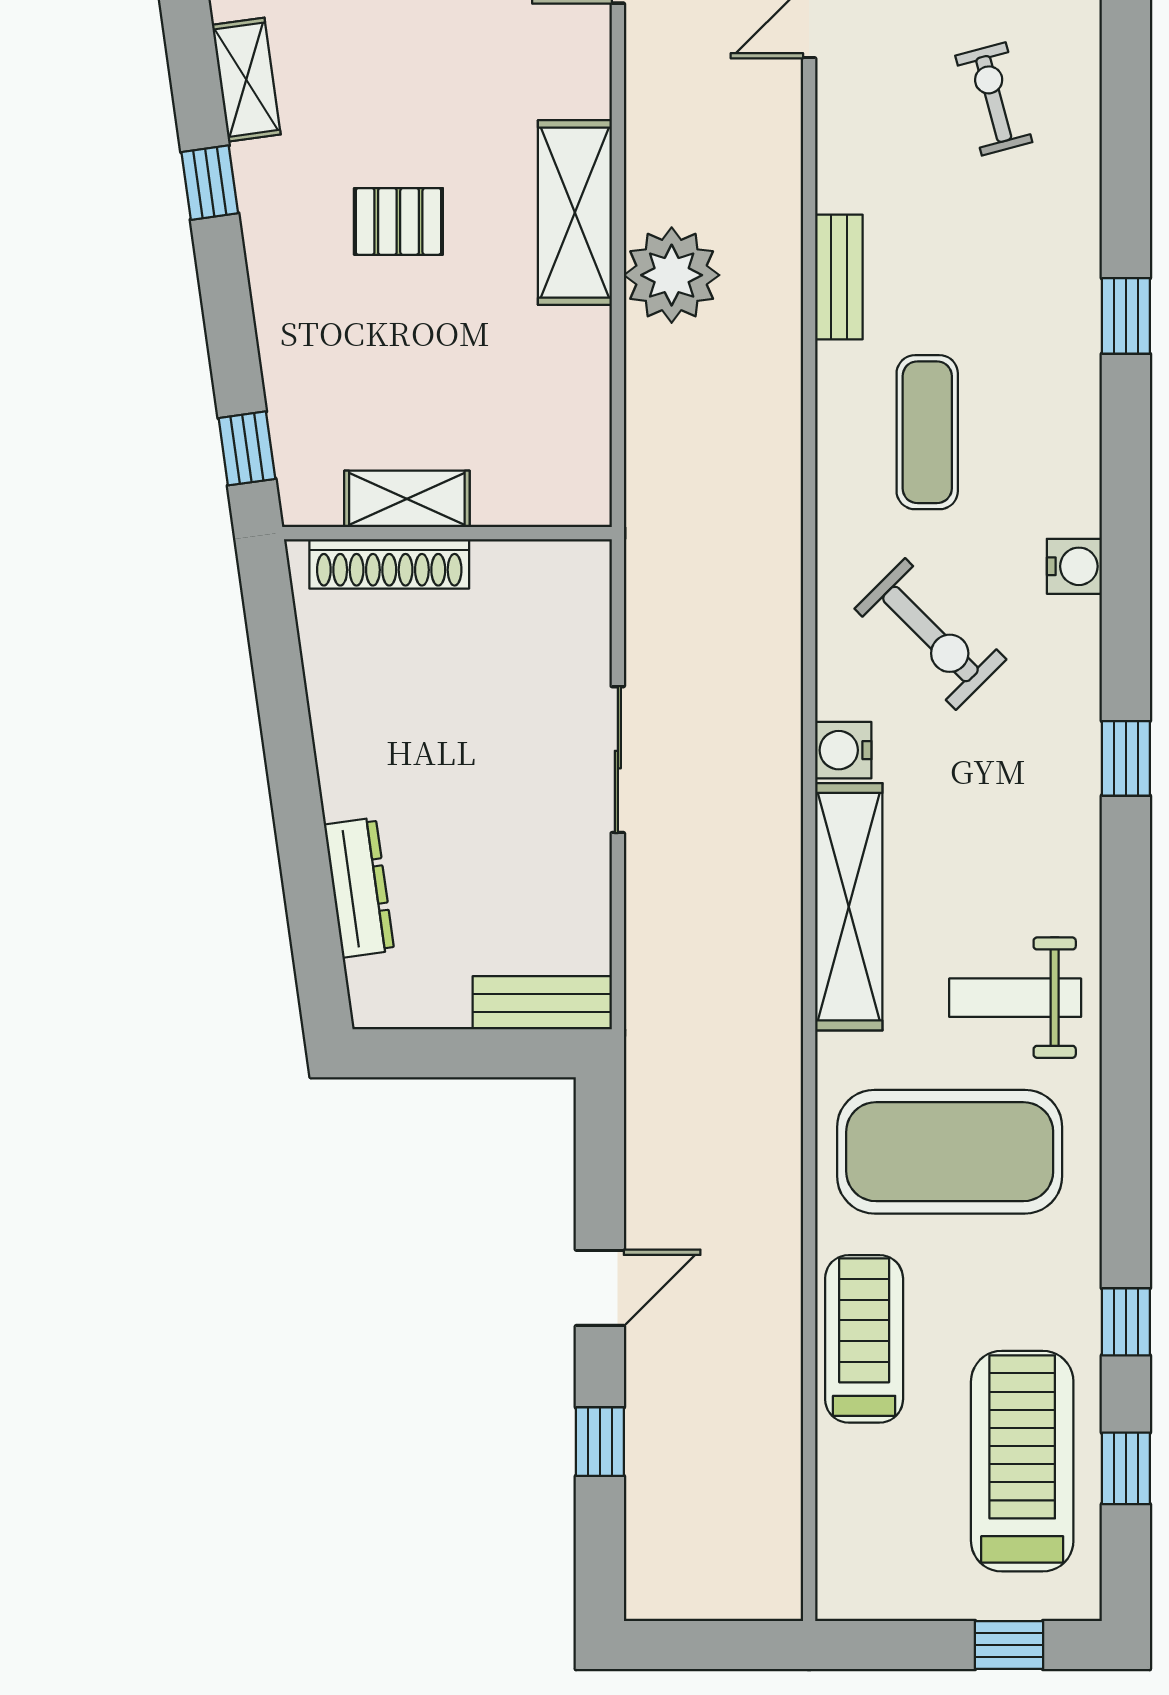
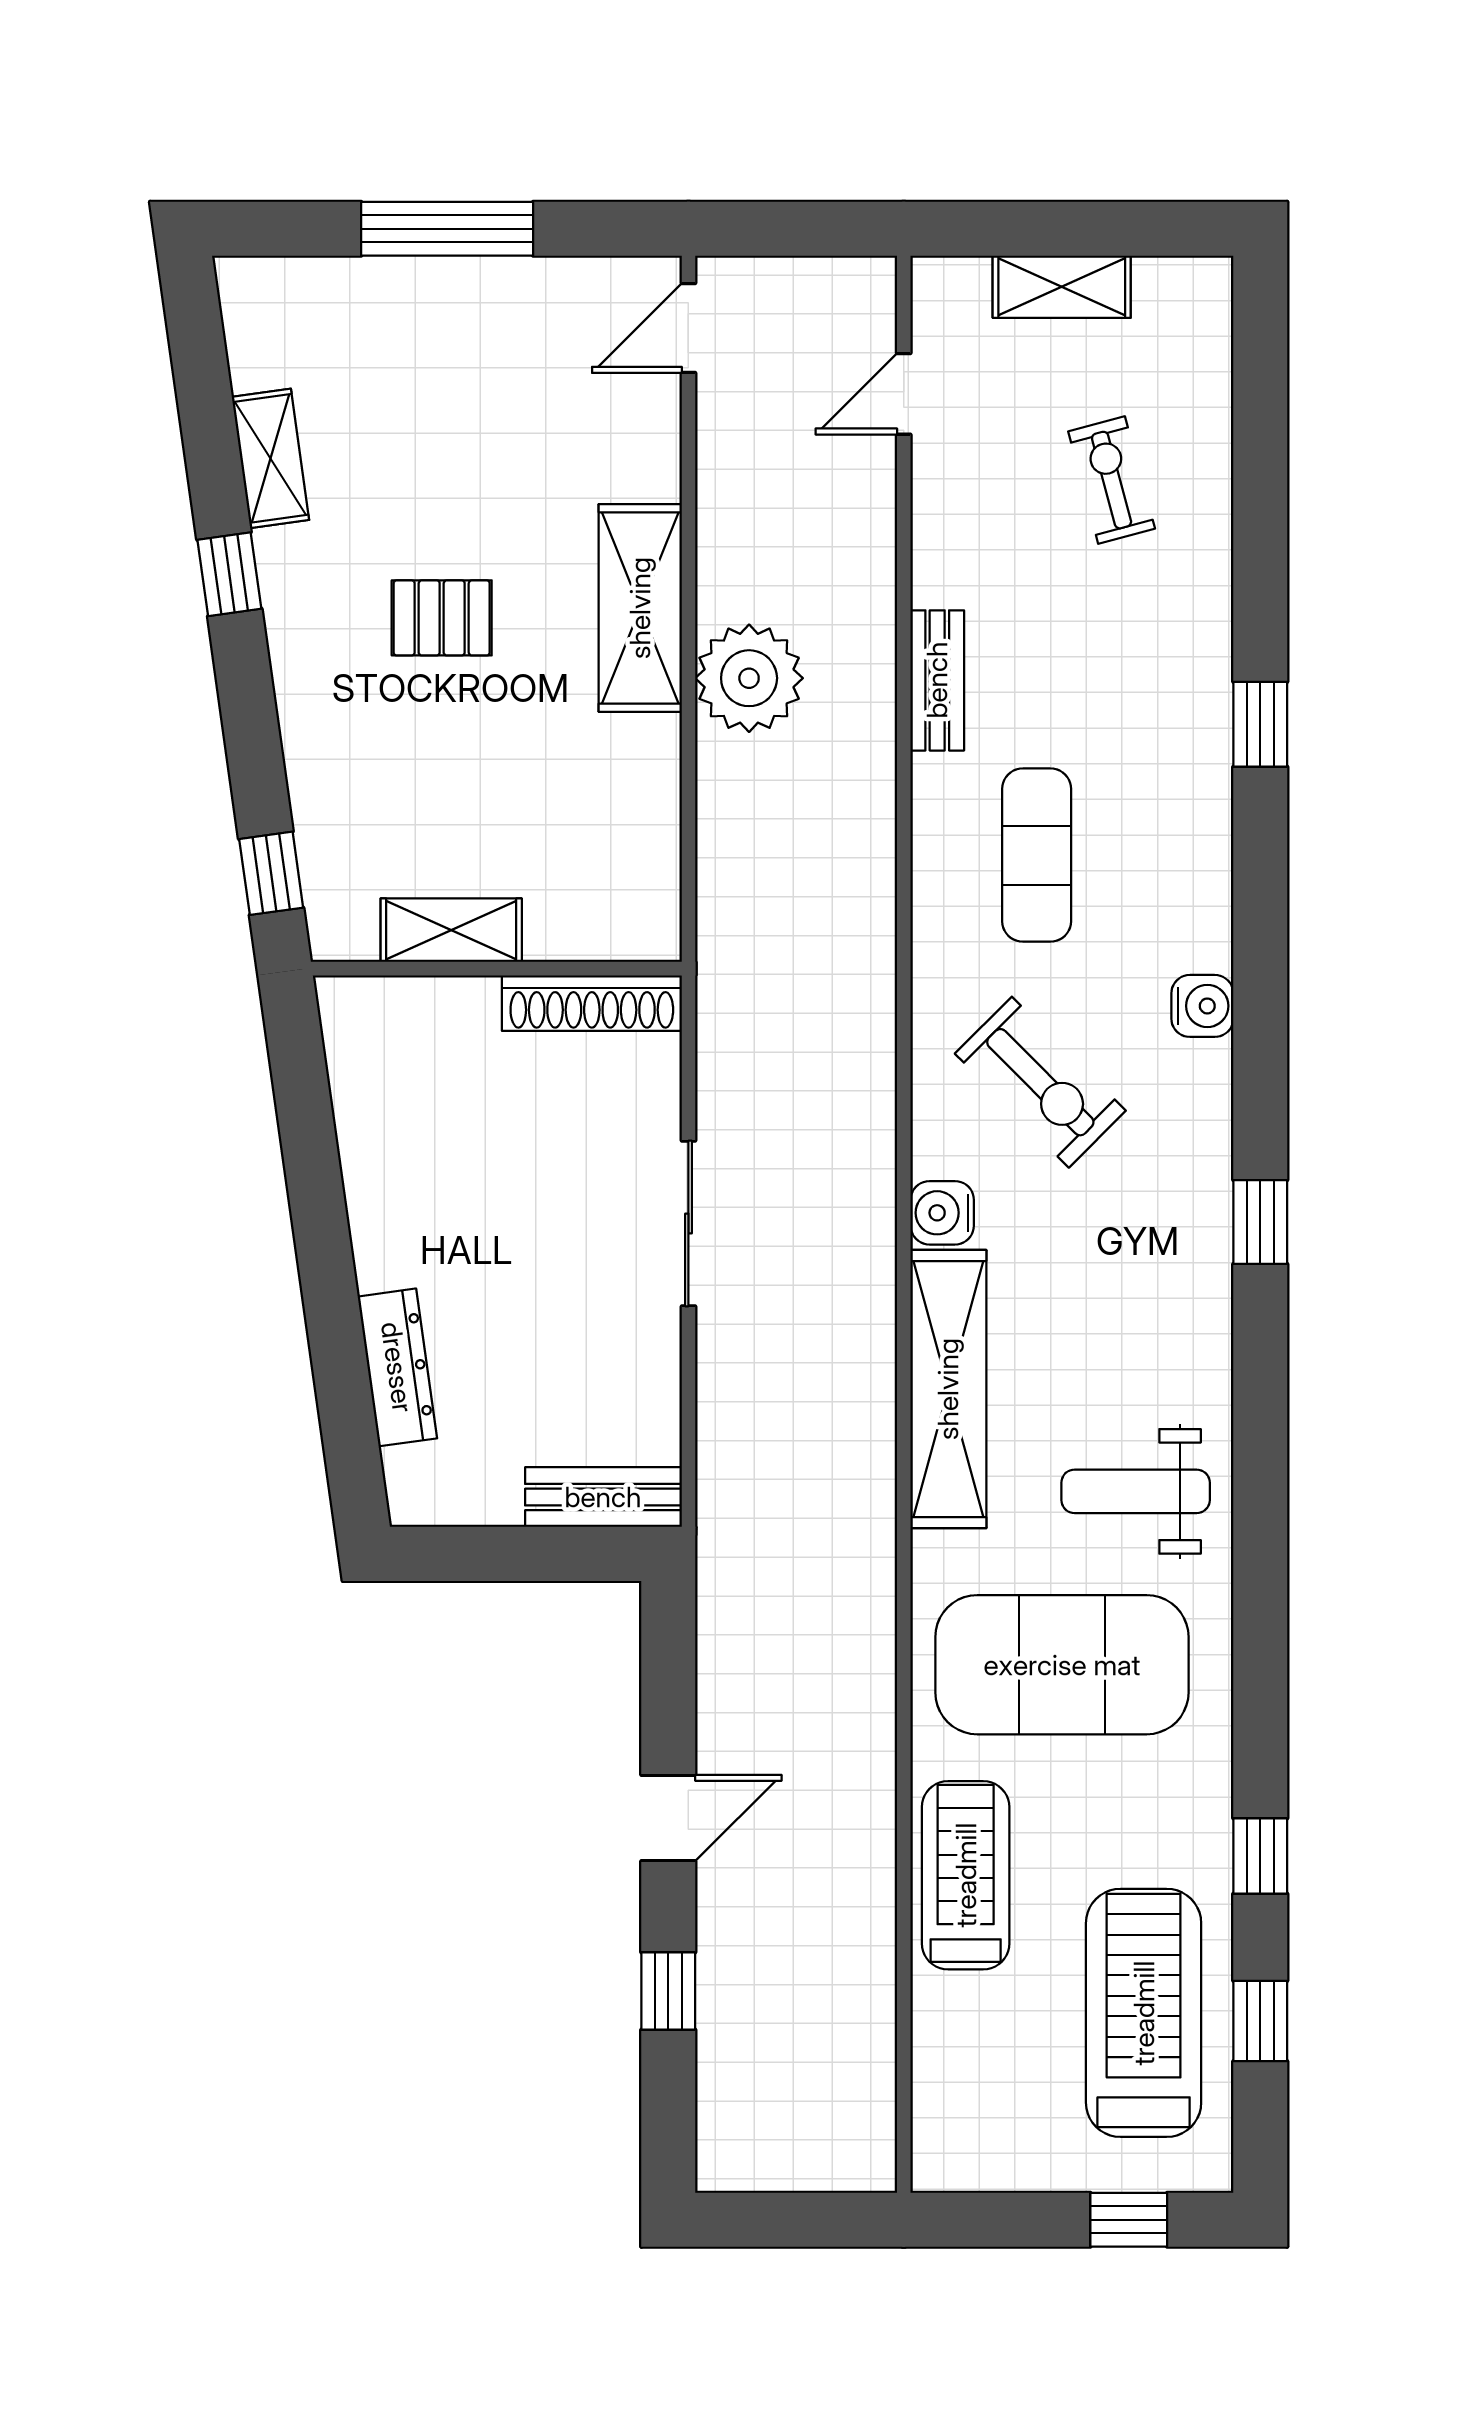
shoe rack: (389, 564) -> (592, 1003), moved

